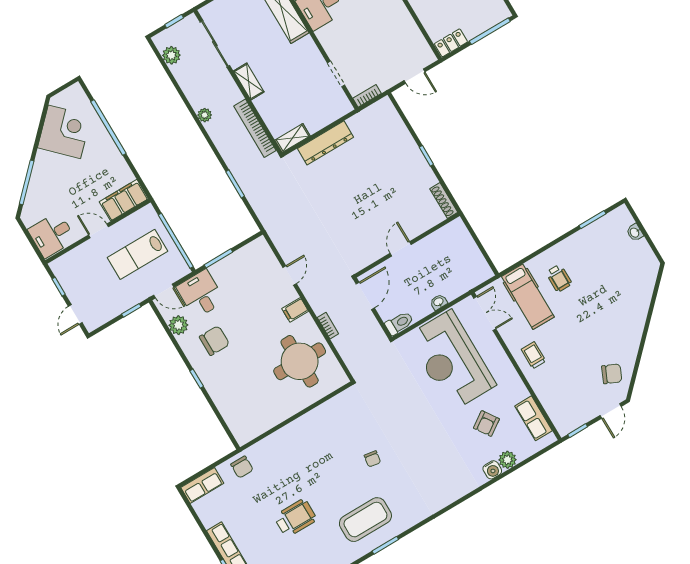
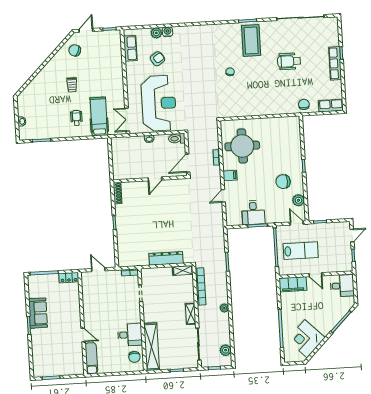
desk: (201, 294) -> (253, 212), moved
trolley: (533, 355) -> (72, 85), moved
coffee table: (365, 520) -> (251, 41), turned 90

